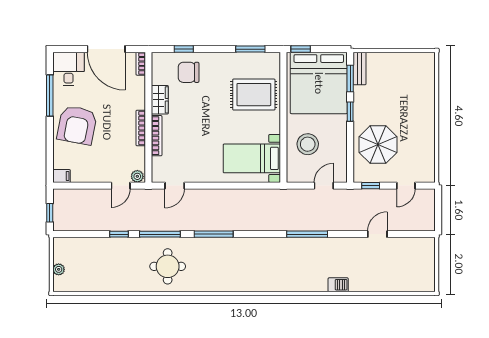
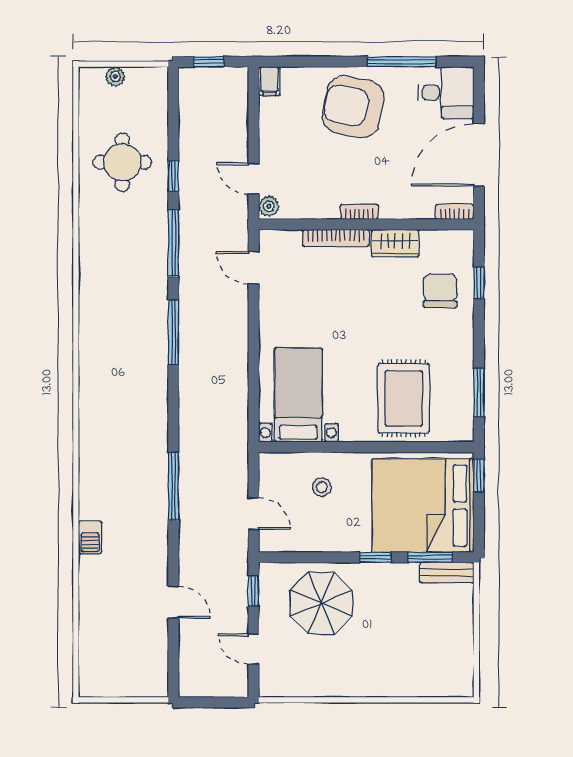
bookcase: (141, 128) -> (359, 212), width x0.64
stool: (308, 144) -> (322, 487), width x0.53, depth x0.53
round table: (168, 266) -> (122, 162), moved

